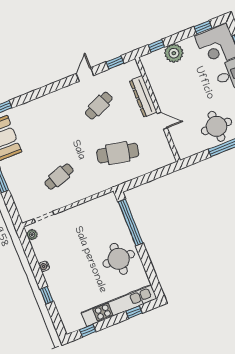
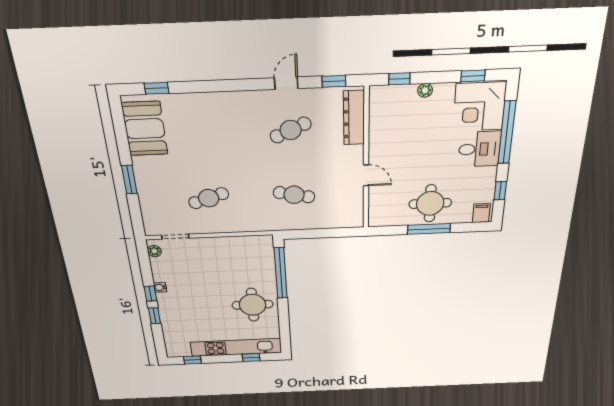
plant: (174, 53) -> (425, 90), width x0.53, depth x0.53
dresser: (143, 96) -> (354, 118), moved
cafe table: (118, 153) -> (294, 195), width x0.73, depth x0.74
window: (38, 275) -> (150, 294), added

